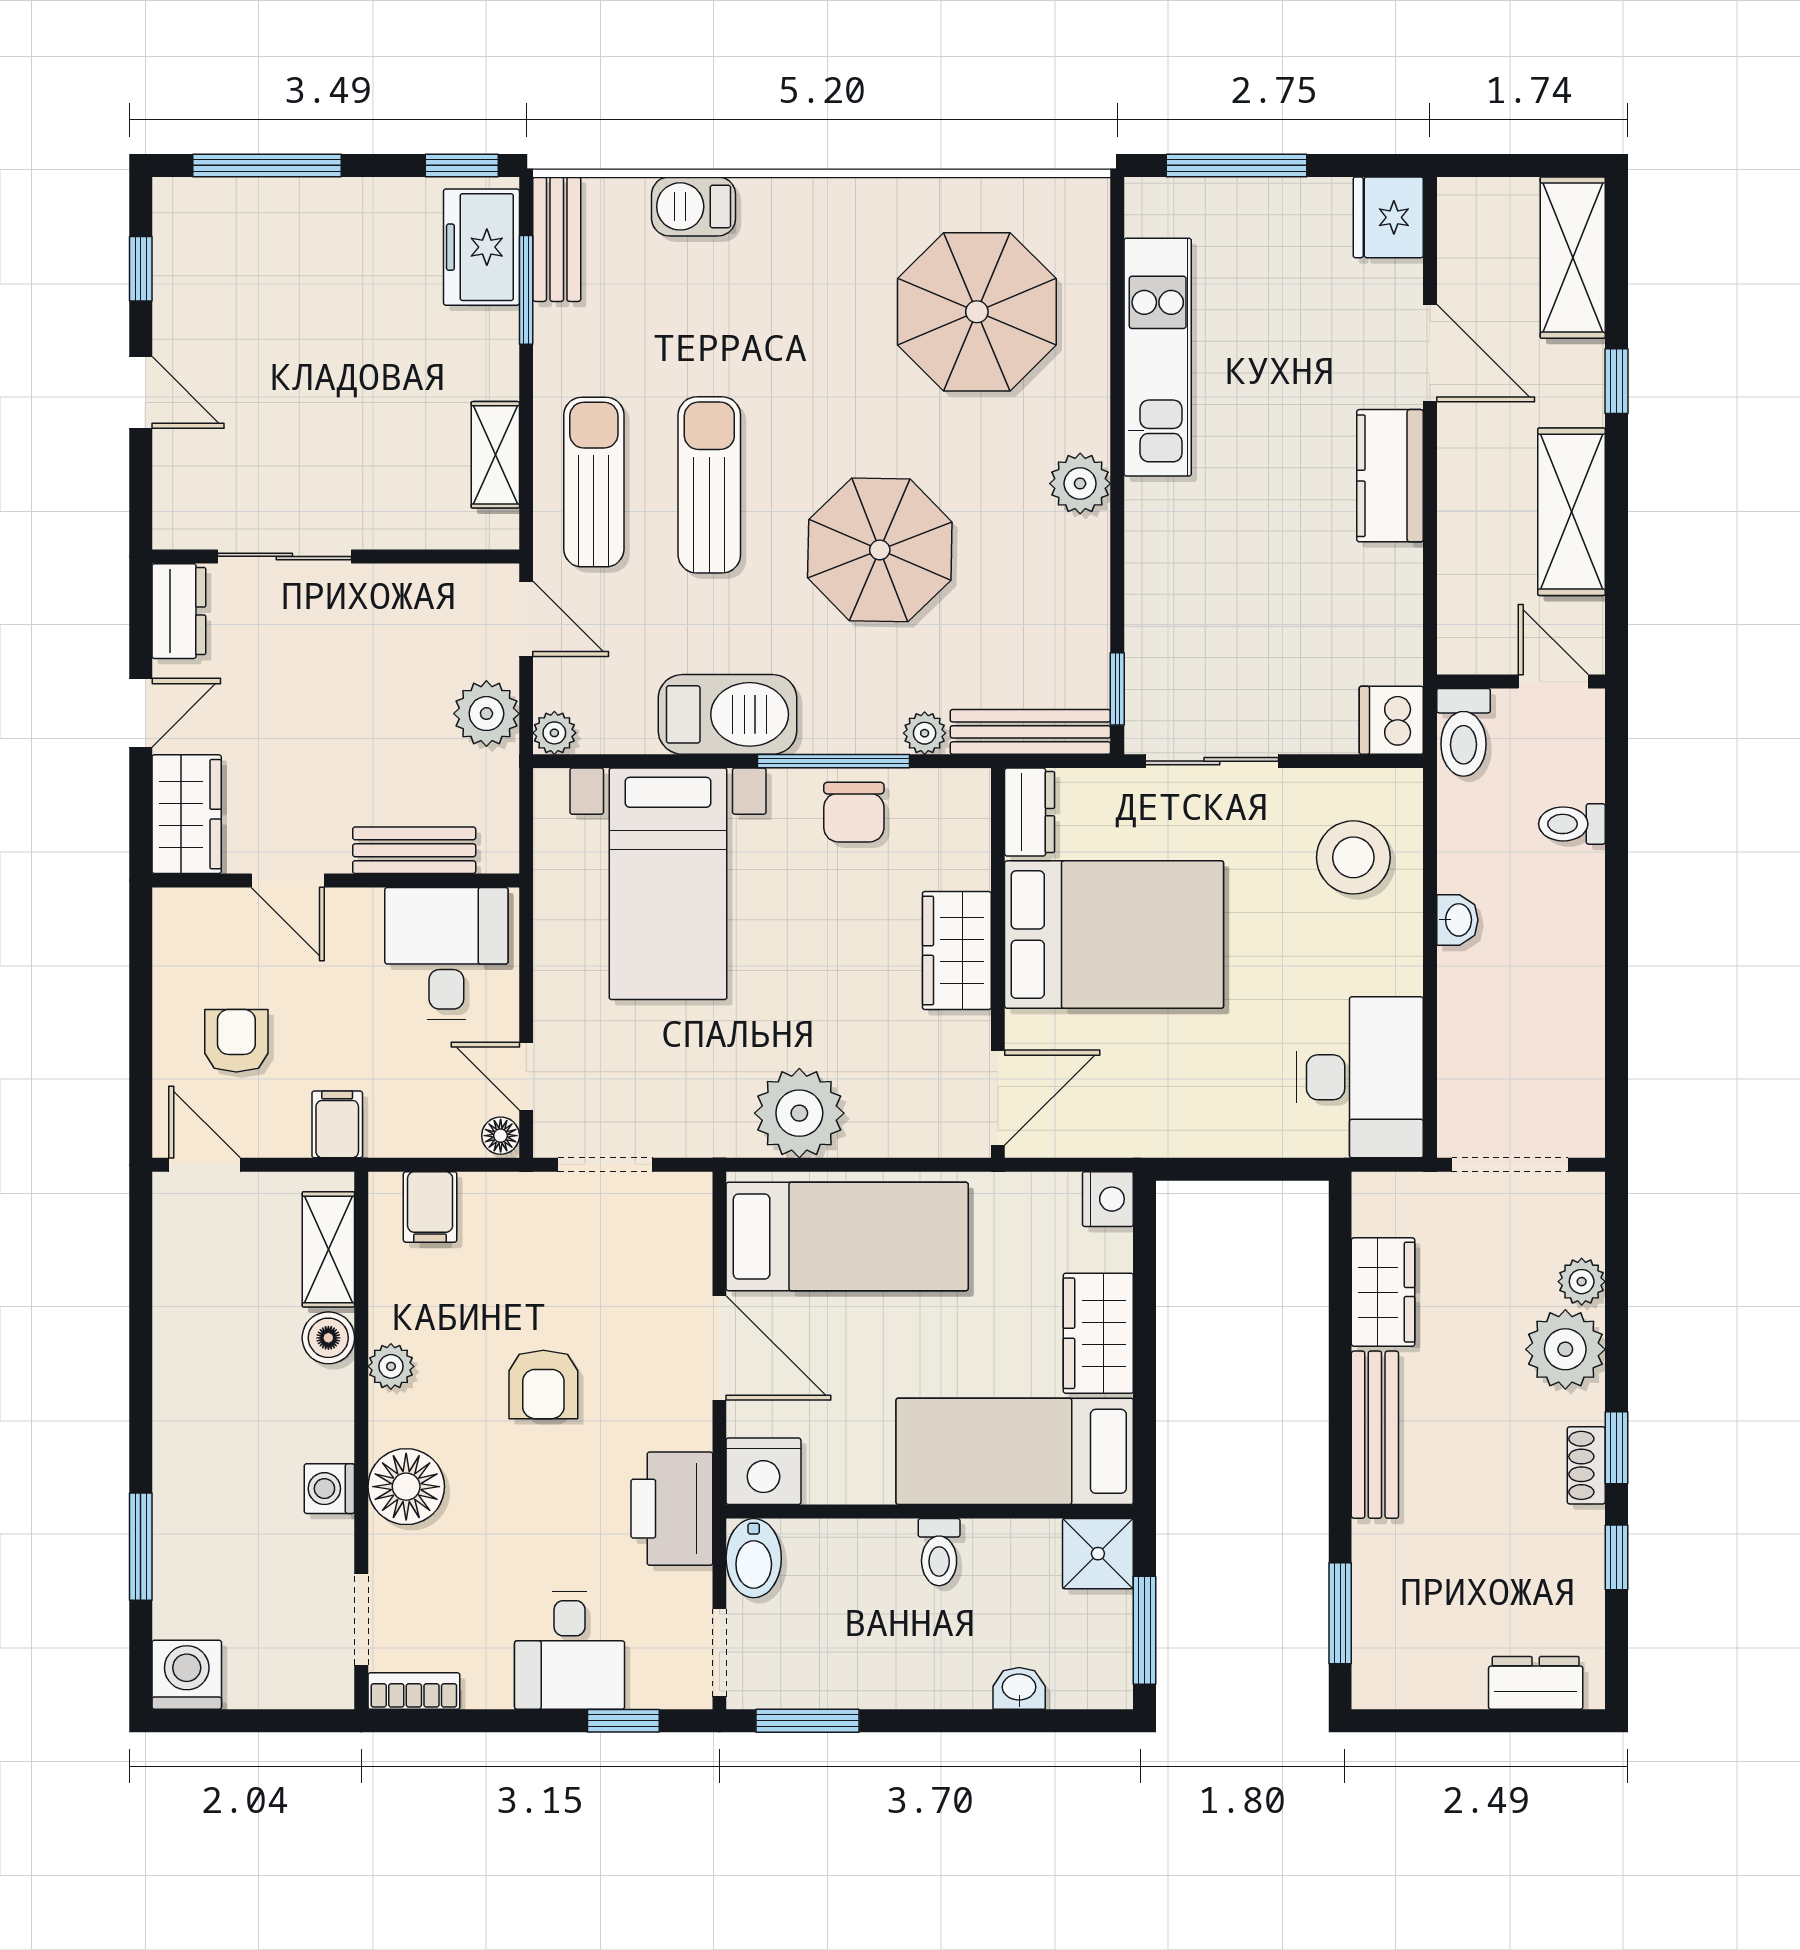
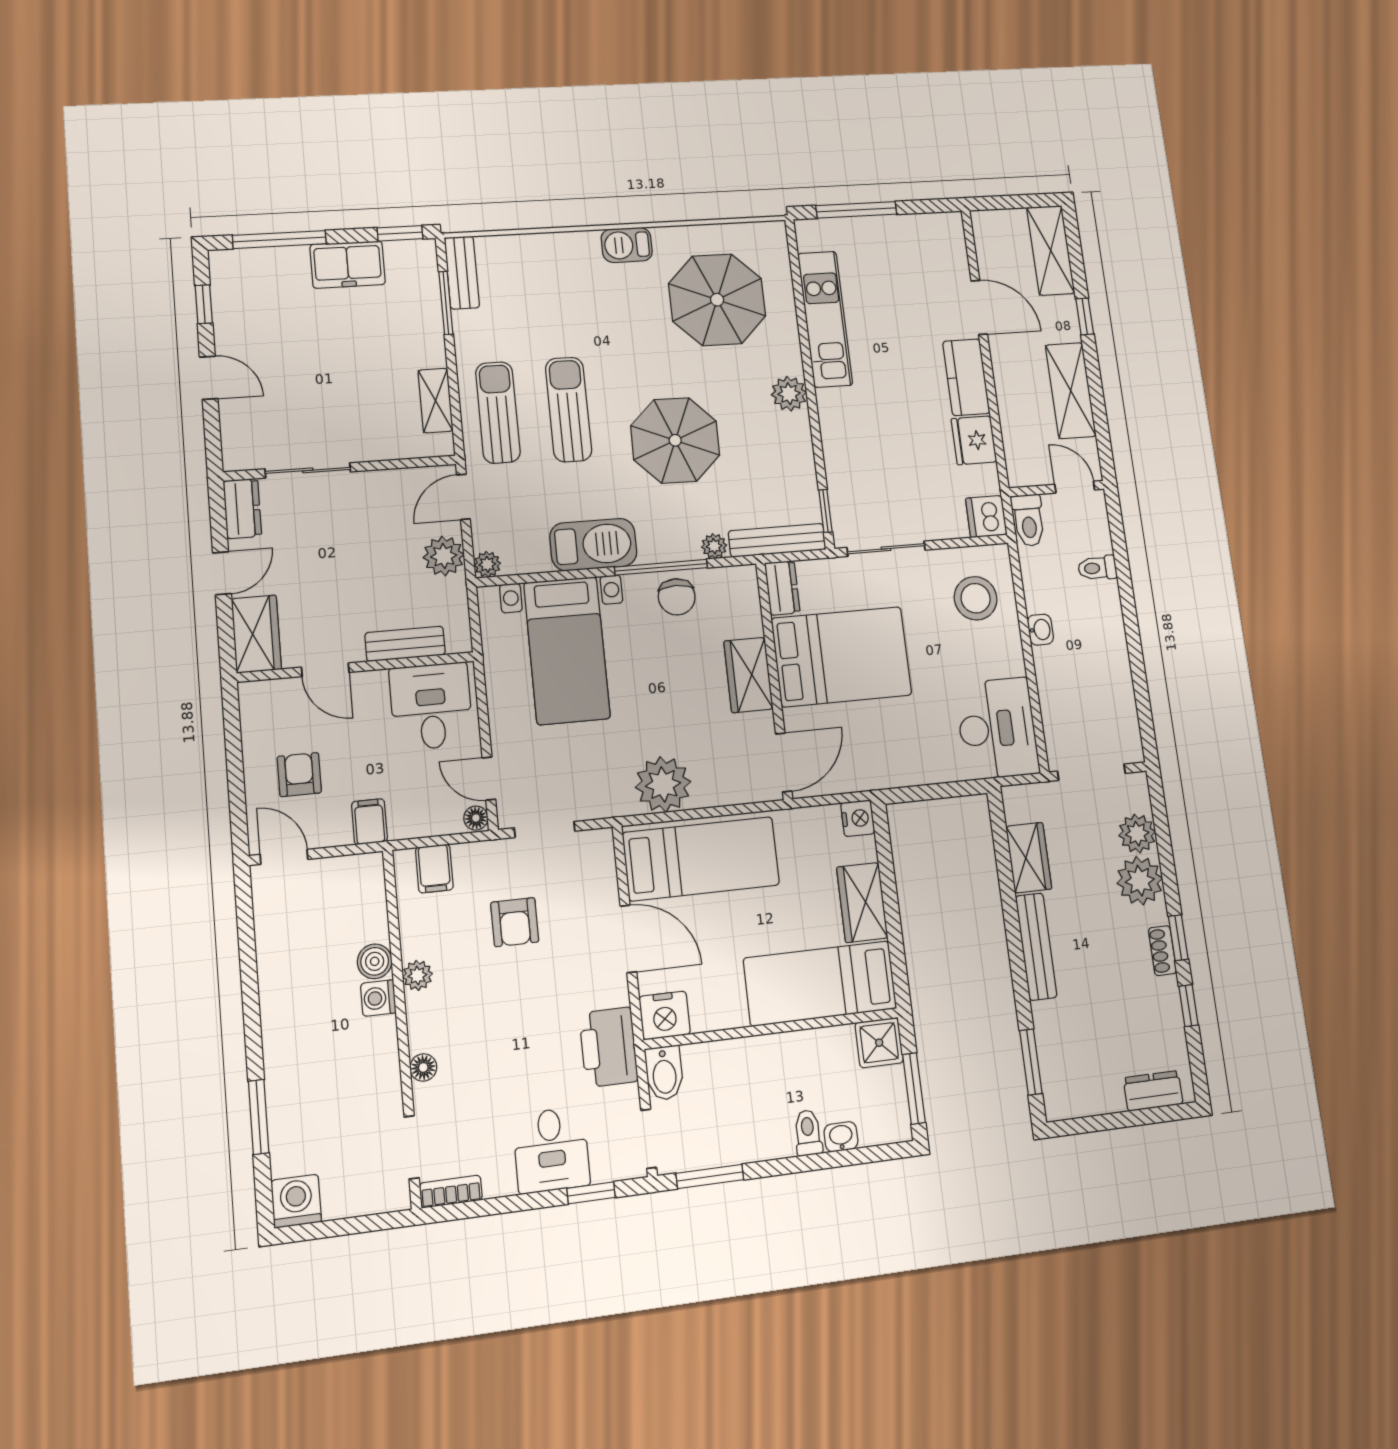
barbecue: (694, 206) -> (627, 245), moved
fridge: (1388, 217) -> (974, 440), moved
freezer: (481, 247) -> (348, 265), moved, turned -90
door: (526, 619) -> (463, 497), swing flipped
shelving: (328, 1249) -> (370, 903), removed
plant: (1582, 1282) -> (1137, 834), width x1.38, depth x1.38
armchair: (543, 1384) -> (515, 922), moved
floor lamp: (406, 1487) -> (423, 1067), width x0.53, depth x0.53
washing machine: (329, 1489) -> (378, 998), moved
toilet: (939, 1552) -> (808, 1133), moved, turned 180

